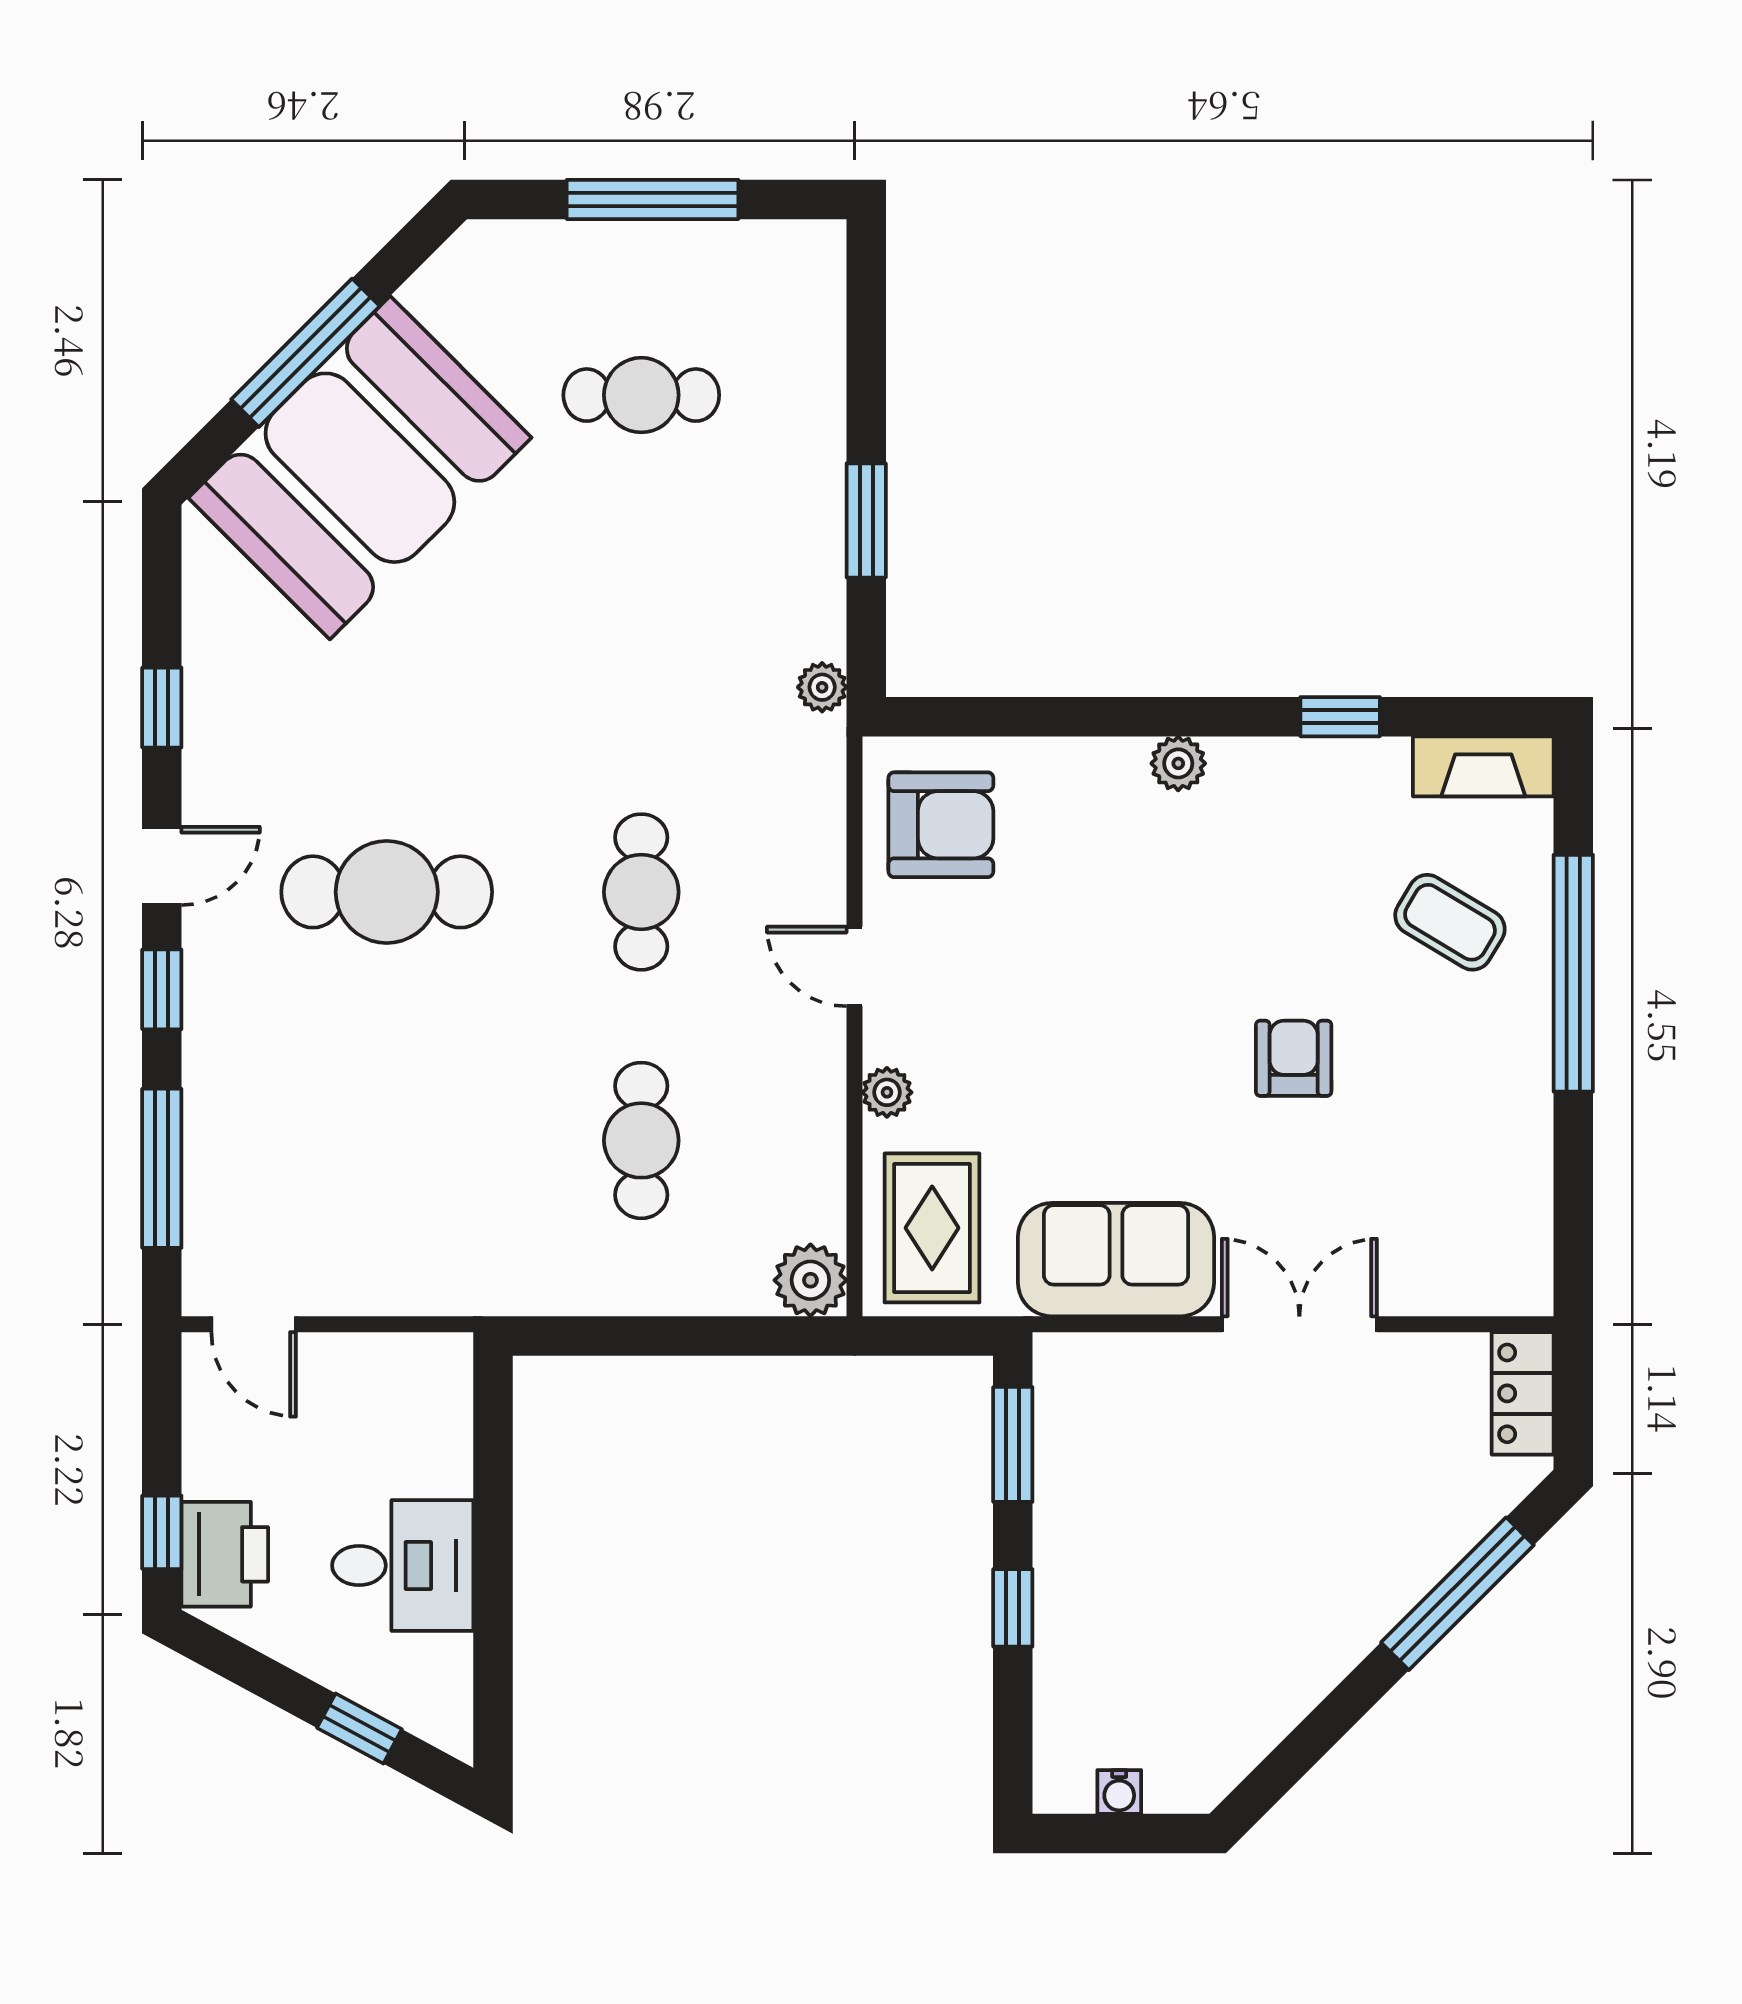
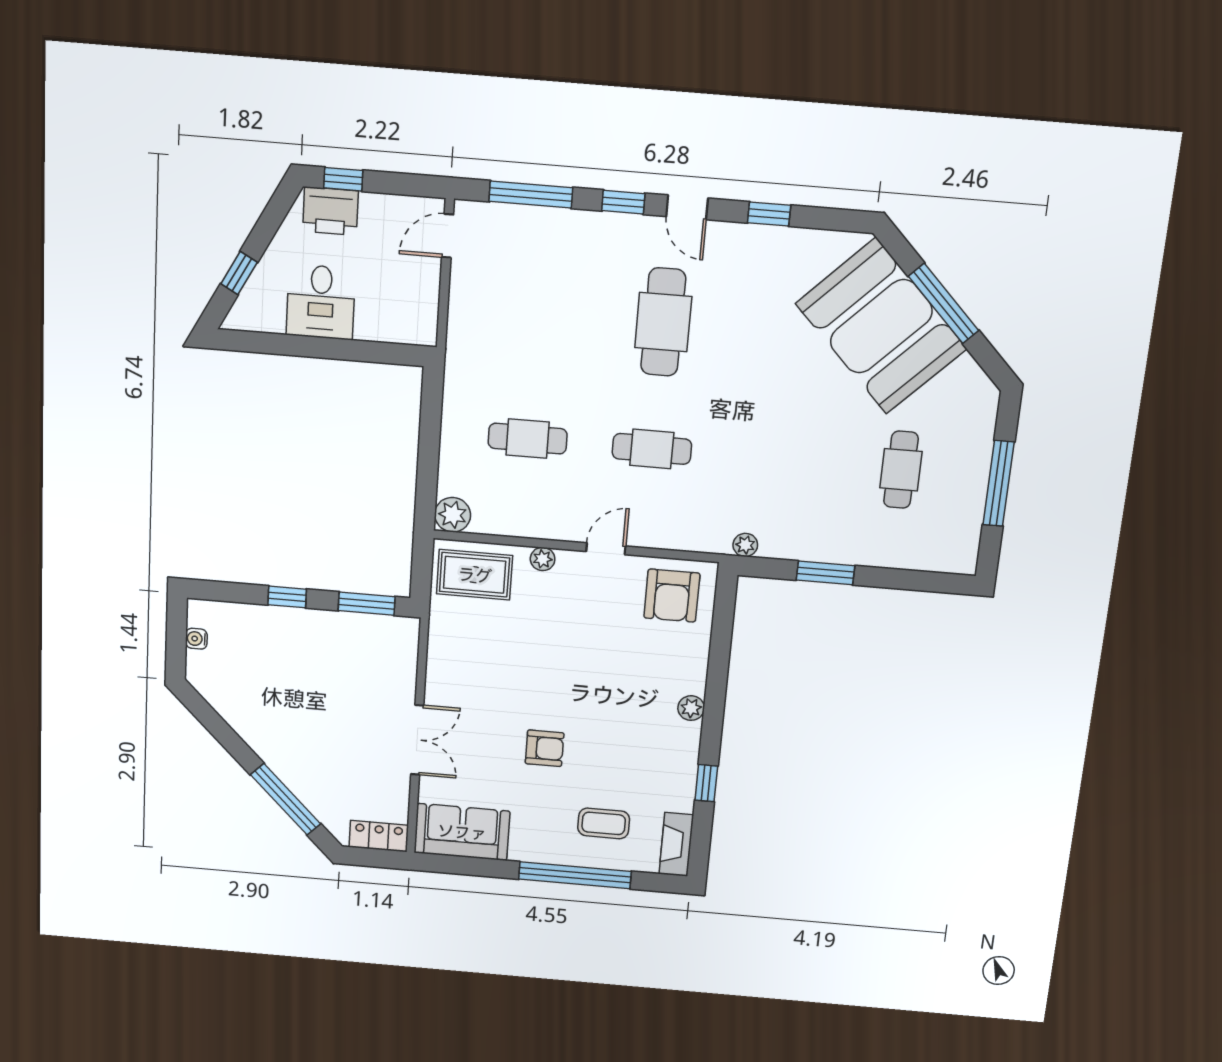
coffee table: (1450, 922) -> (604, 823), turned 59
sofa: (1116, 1260) -> (462, 832), moved, turned -90

